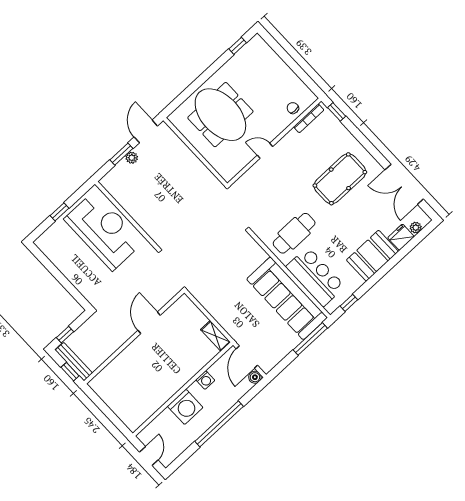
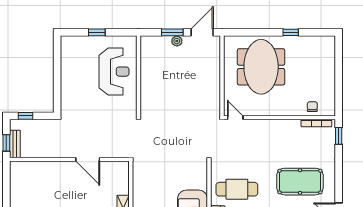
window: (238, 46) -> (291, 32), moved
door: (265, 151) -> (235, 118), moved
reception desk: (104, 231) -> (114, 72), width x0.74, depth x0.77
door: (149, 323) -> (88, 159), swing flipped
bench: (74, 362) -> (15, 144), width x0.73

